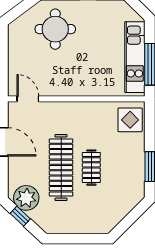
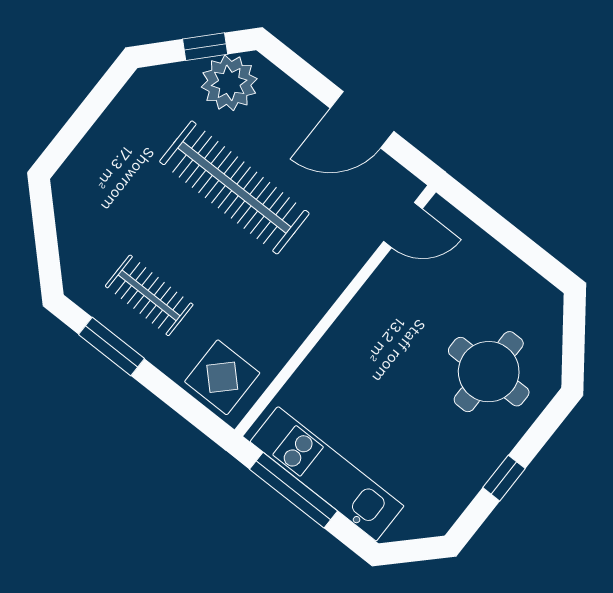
clothes rail: (91, 168) -> (149, 295), moved

